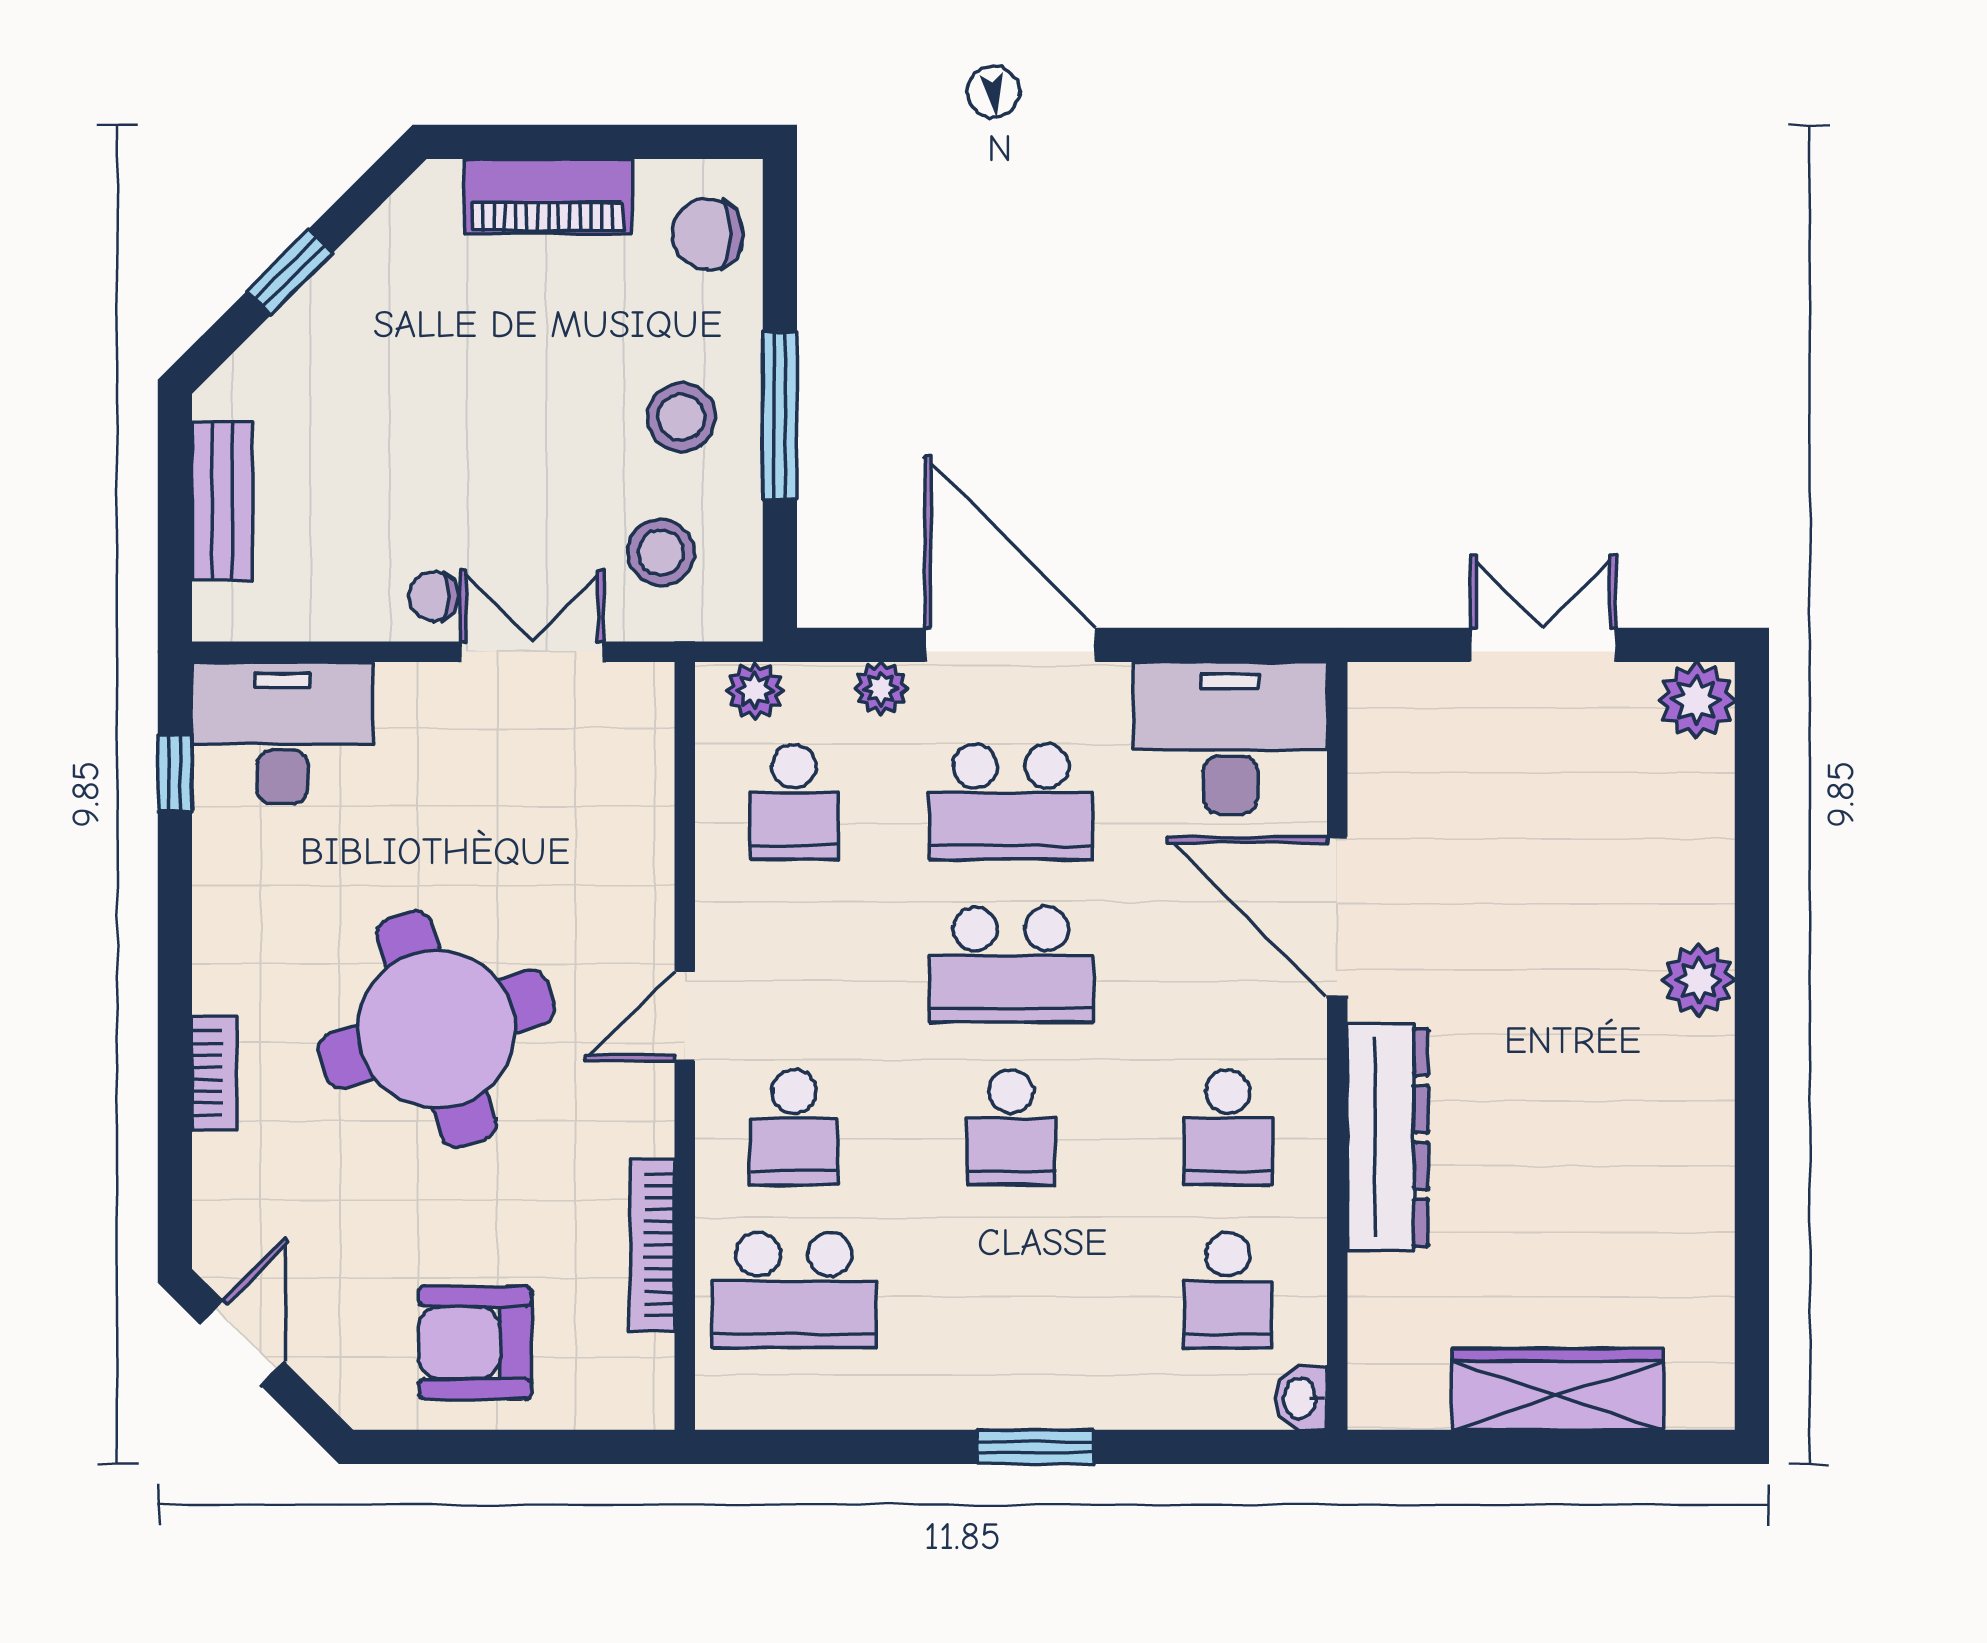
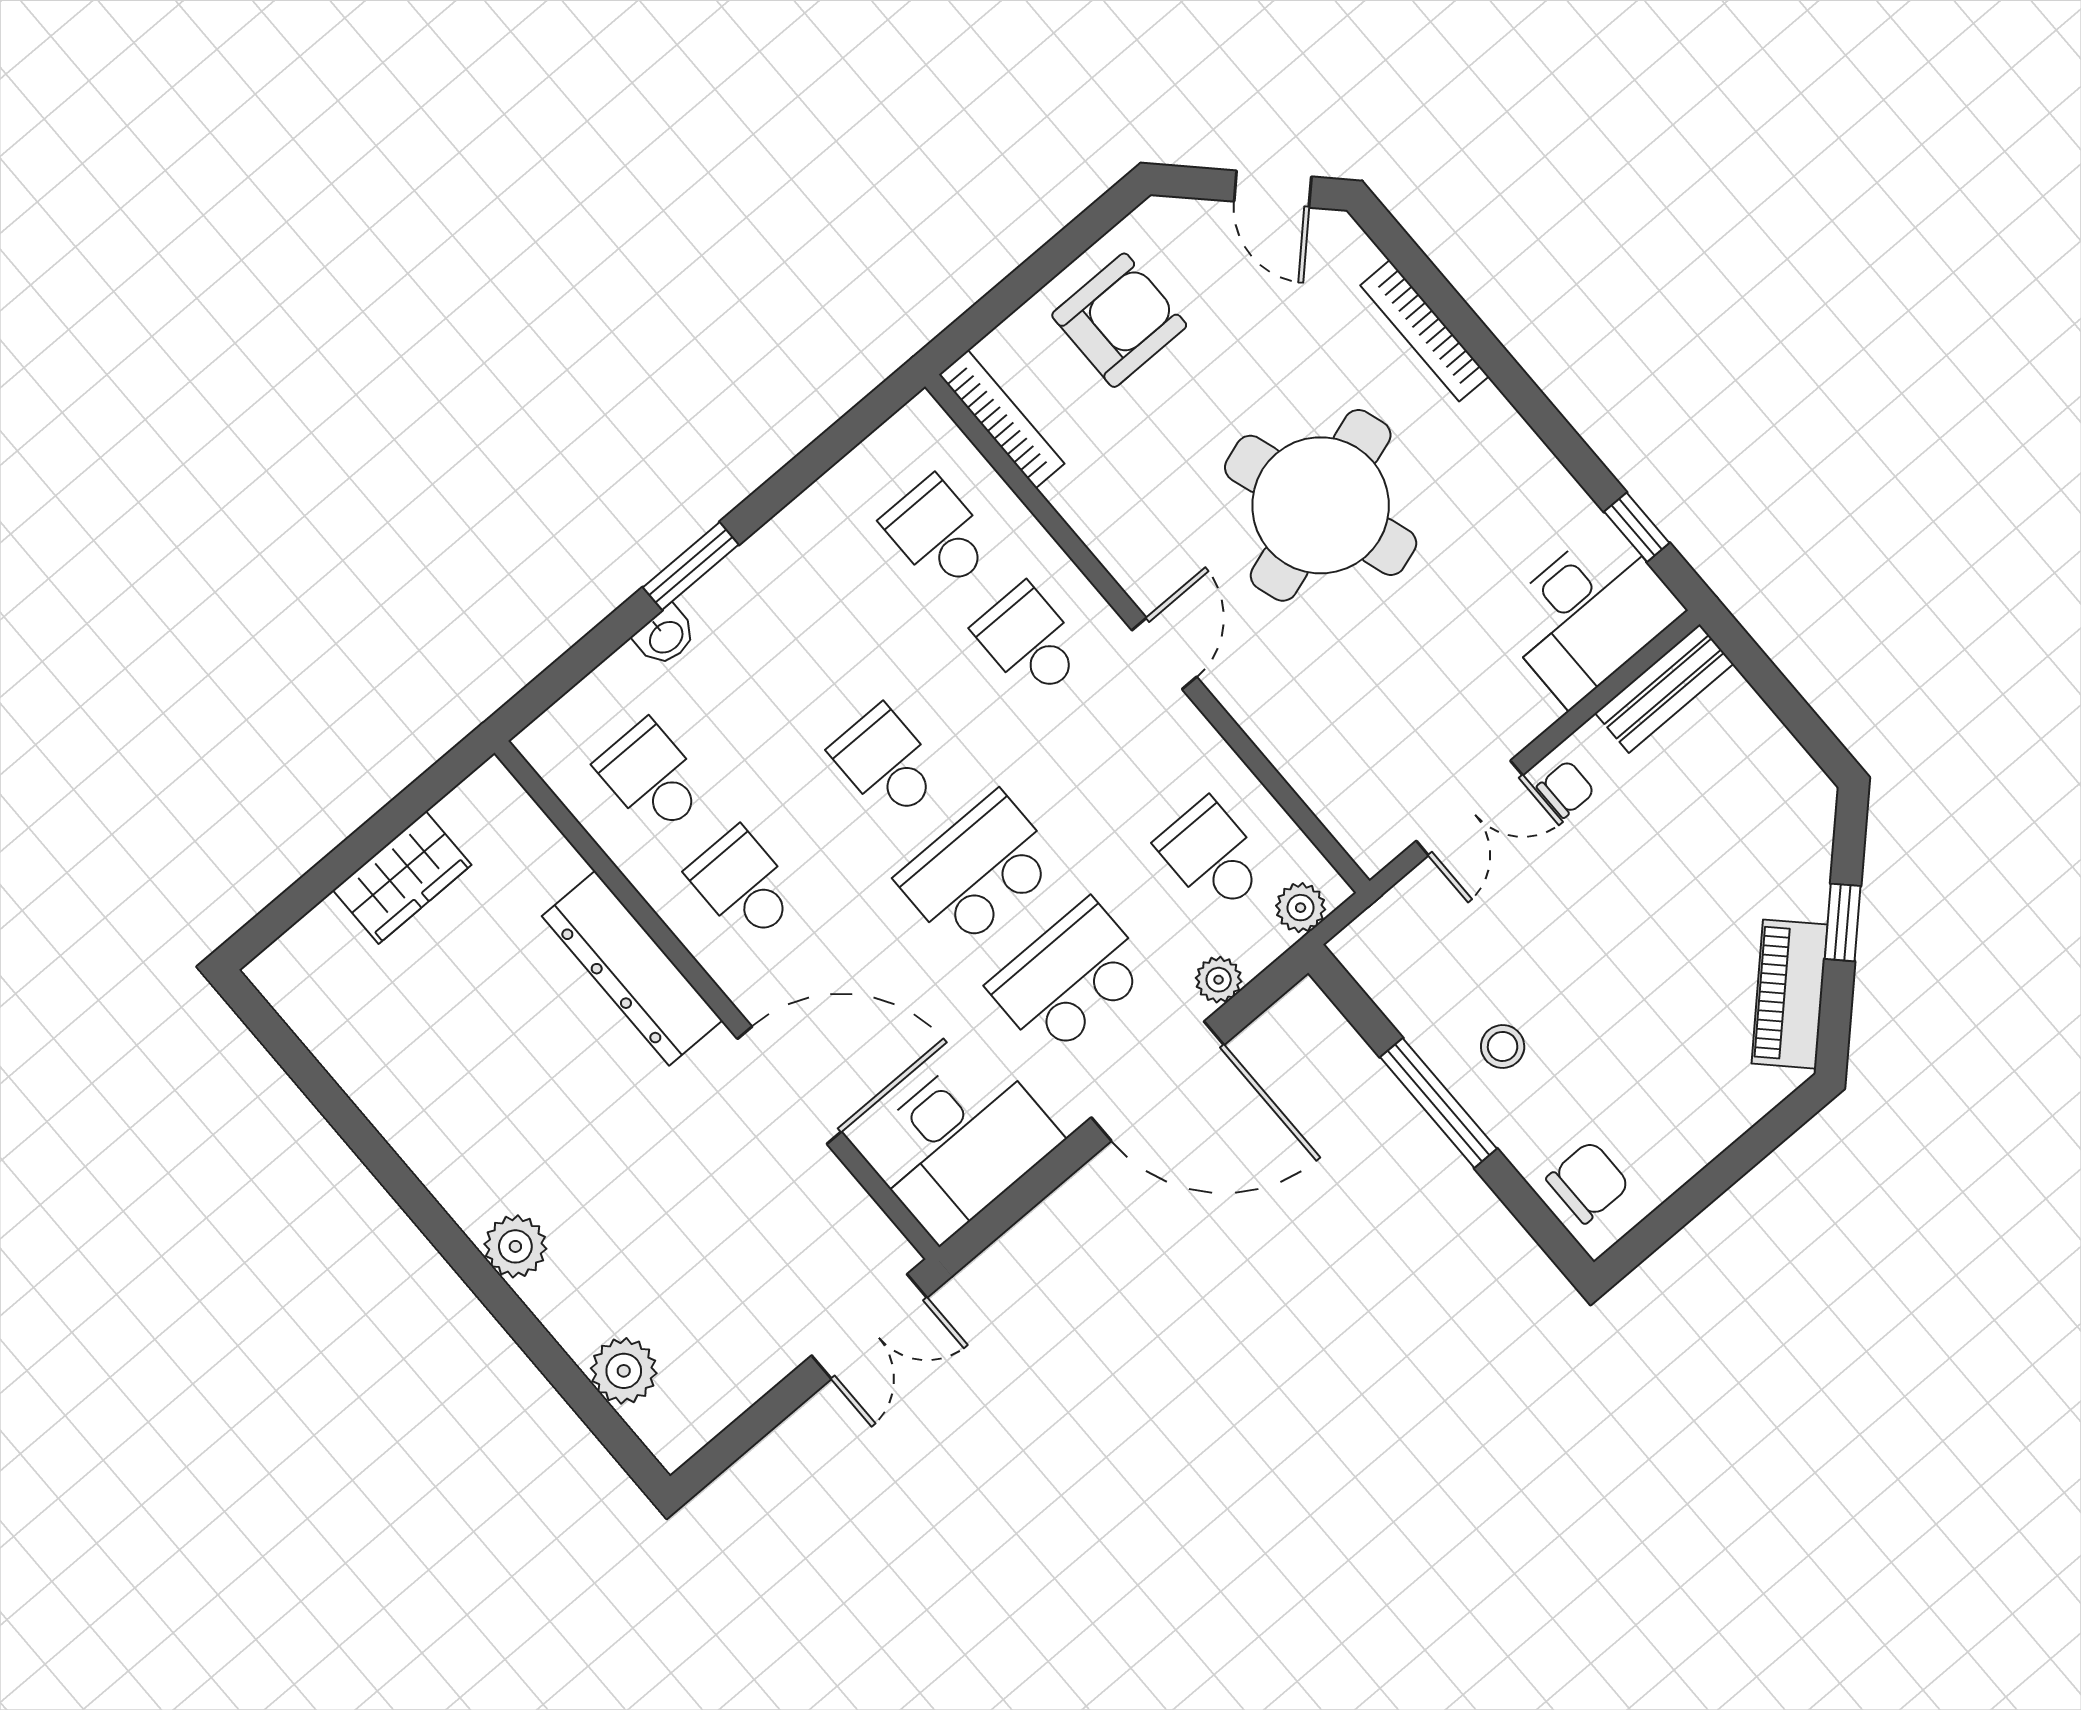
piano: (548, 196) -> (1790, 994), moved, turned -45
stool: (681, 417) -> (1503, 1046), width x0.73, depth x0.73
bench: (222, 501) -> (1664, 688), moved, turned 90
stool: (661, 552) -> (1440, 946), removed
double door: (1543, 645) -> (869, 1327), moved
plant: (1697, 700) -> (624, 1371), moved
bookcase: (215, 1073) -> (1425, 331), width x1.56
bookcase: (652, 1245) -> (1002, 419), moved
school desk: (794, 1290) -> (938, 534), width x0.54
wardrobe: (1558, 1389) -> (402, 878), width x0.67
washbasin: (1301, 1398) -> (665, 636), moved, turned 90

